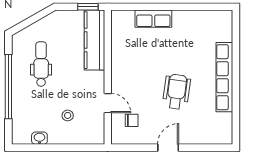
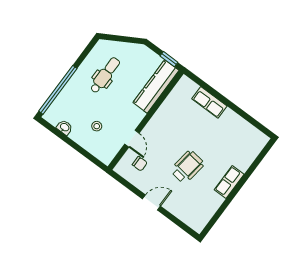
row of seats: (224, 77) -> (229, 182), width x0.50
window: (8, 87) -> (58, 90), moved

